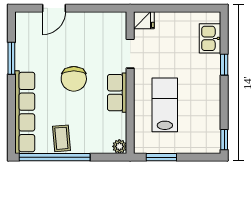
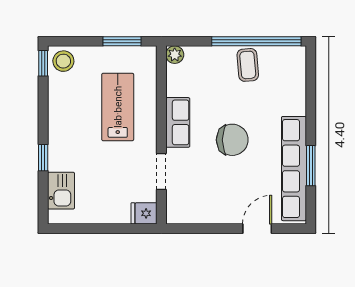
chair: (74, 79) -> (232, 140), turned 90
lab bench: (165, 105) -> (118, 107), turned 180
row of seats: (25, 112) -> (294, 169), moved
stool: (208, 141) -> (63, 61), added

